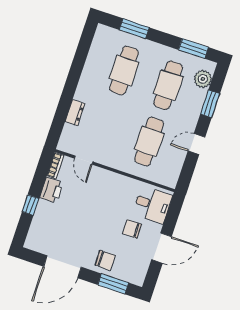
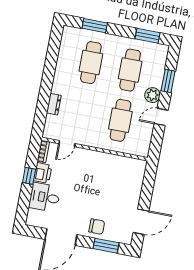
plant: (203, 79) -> (152, 95), moved
door: (84, 160) -> (67, 144), hinge flipped
window: (31, 205) -> (29, 176), moved
desk: (152, 205) -> (45, 197), moved, turned 180
chair: (132, 229) -> (116, 197), removed
door: (161, 248) -> (141, 222), moved

